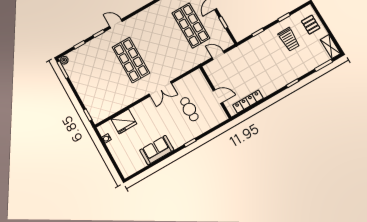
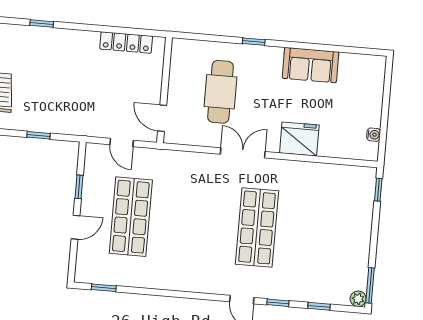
door: (218, 97) -> (162, 118), moved
cafe table: (189, 109) -> (221, 92), width x1.37, depth x1.35
fridge: (124, 122) -> (299, 139), moved

